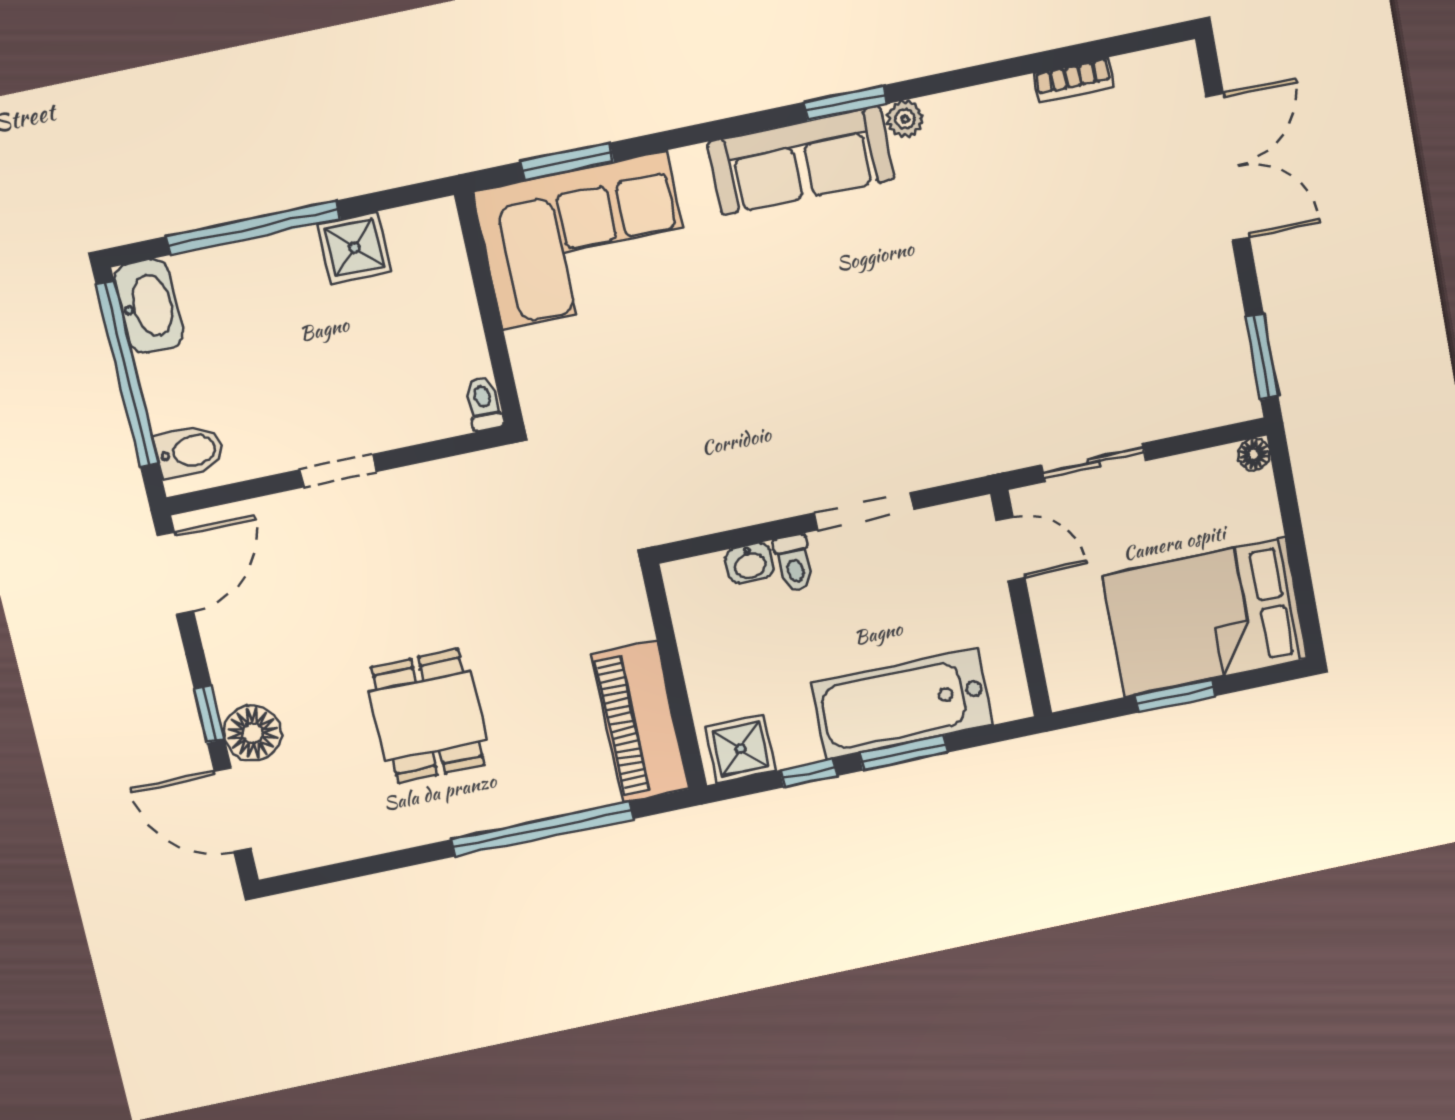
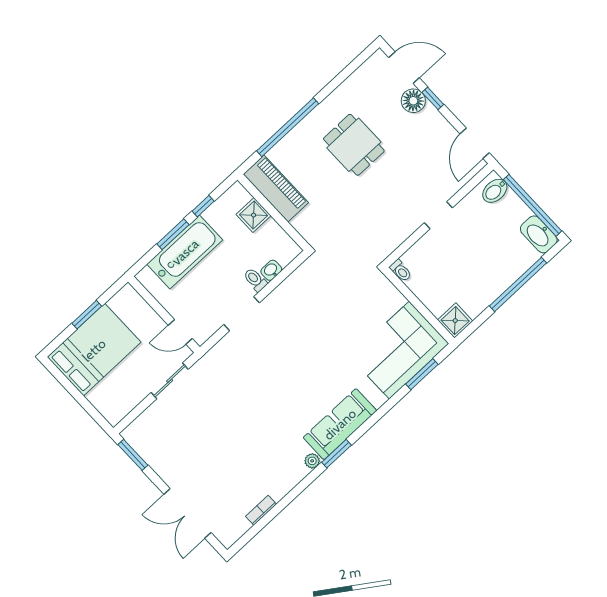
shower: (354, 248) -> (455, 321), moved
floor lamp: (1254, 454) -> (114, 419), removed
shower: (741, 749) -> (254, 215), moved

